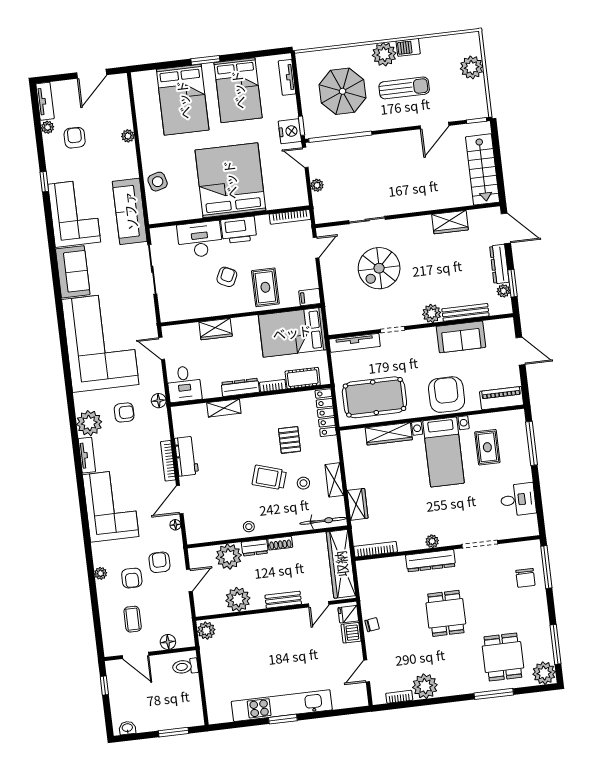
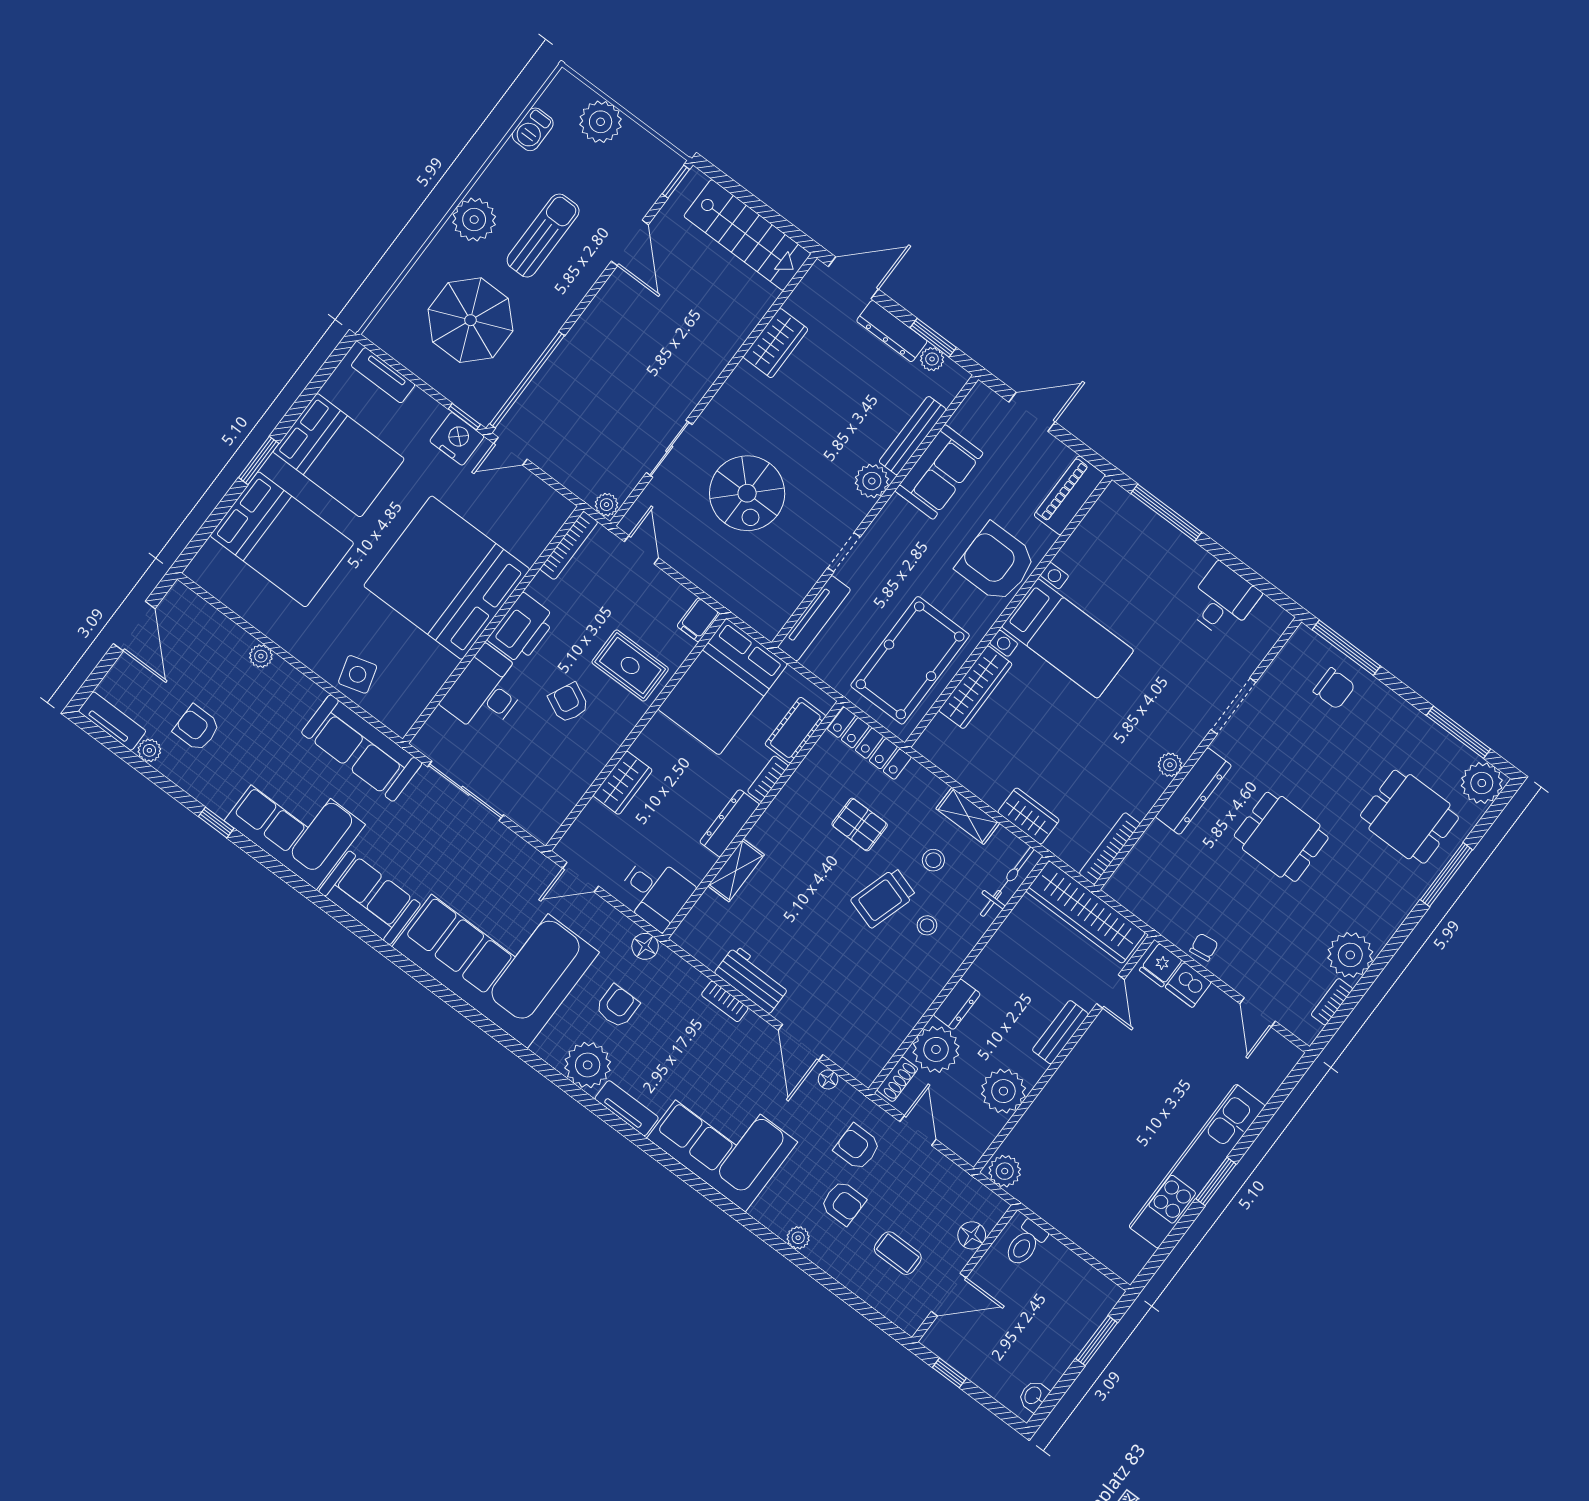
barbecue: (408, 47) -> (533, 129), moved
plant: (317, 185) -> (606, 505), moved
rug: (487, 447) -> (1116, 575), removed
bookcase: (168, 461) -> (725, 1001), width x0.64
stool: (249, 527) -> (927, 925), moved
shoe rack: (280, 543) -> (897, 1079), moved

